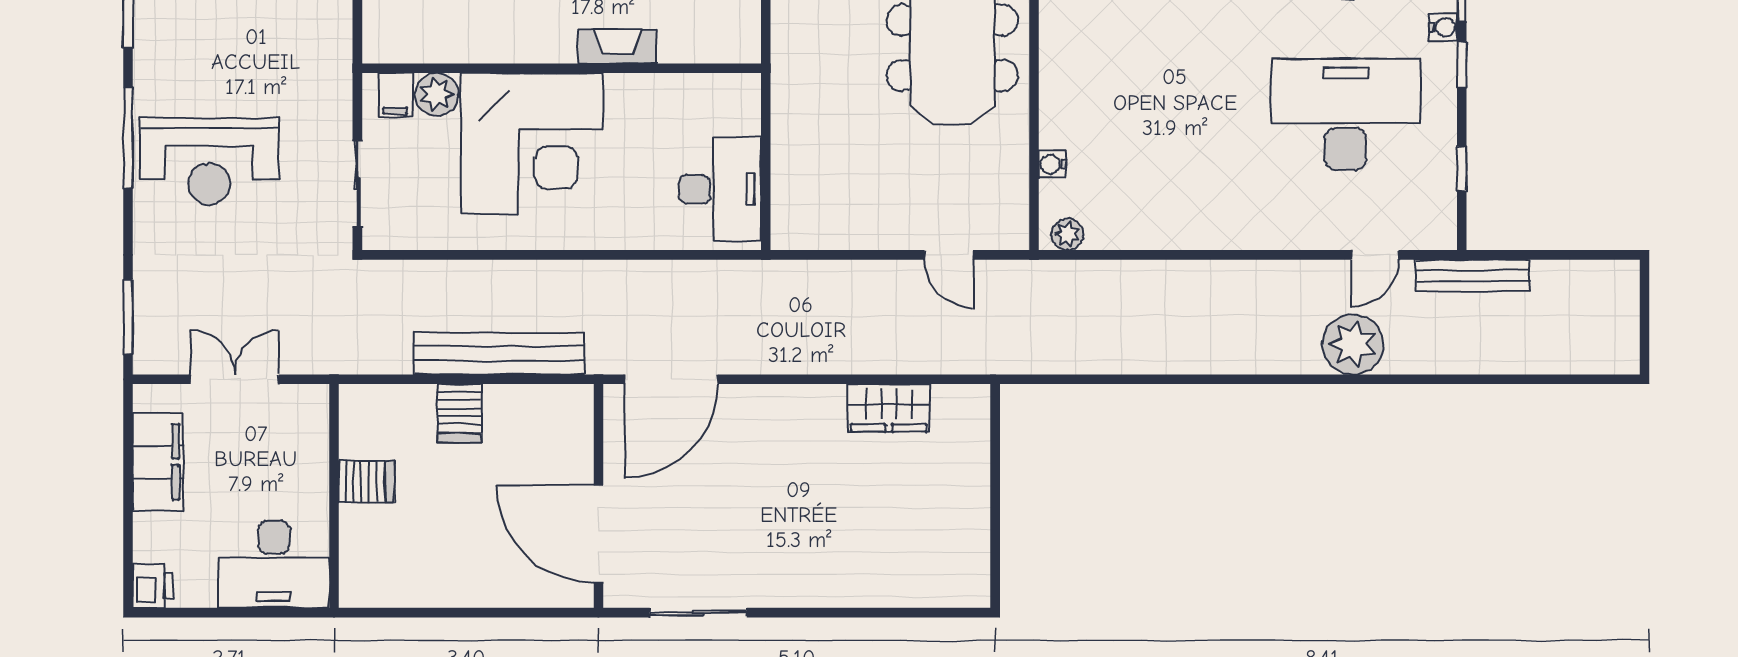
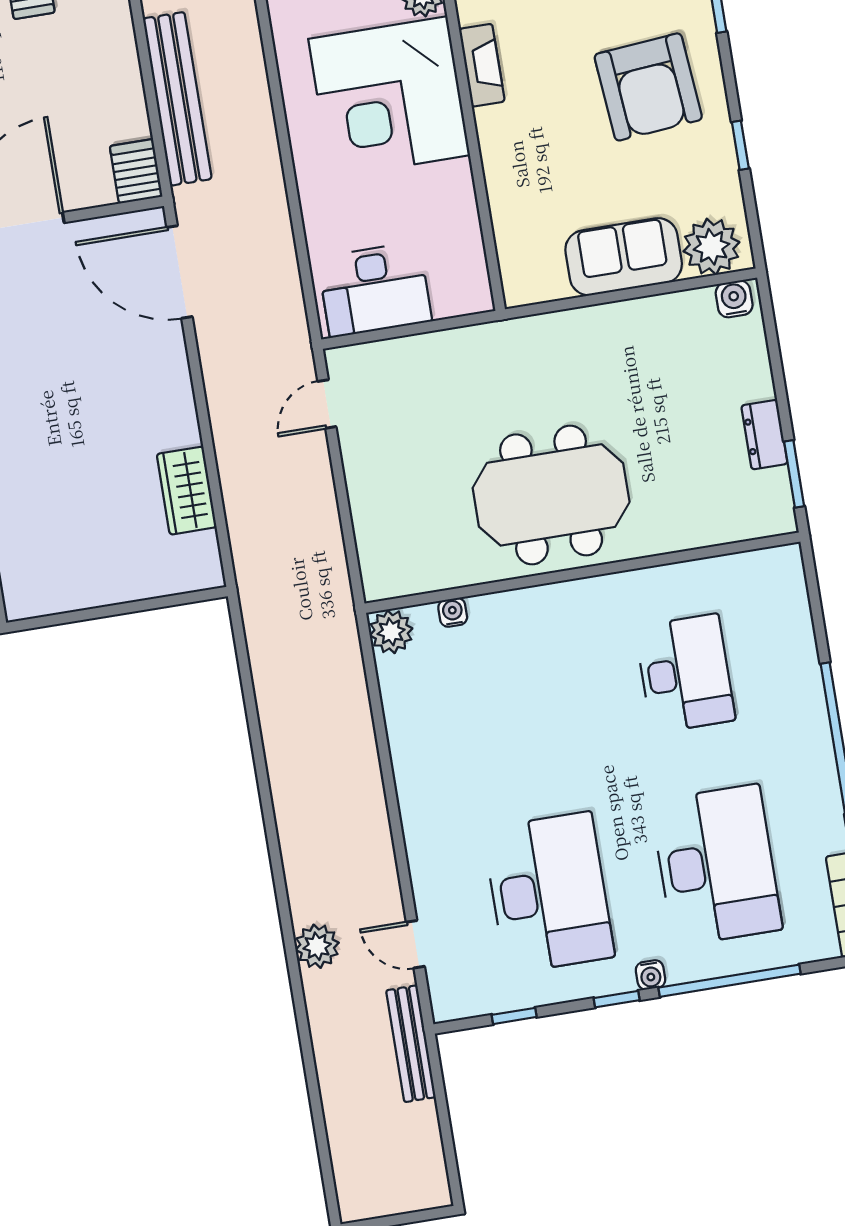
fireplace: (617, 47) -> (482, 65), moved
plant: (1068, 234) -> (391, 632), width x1.38, depth x1.38
door: (949, 255) -> (327, 404), moved
plant: (1353, 344) -> (317, 946), width x0.73, depth x0.73
server rack: (459, 413) -> (136, 171), moved, turned 90

